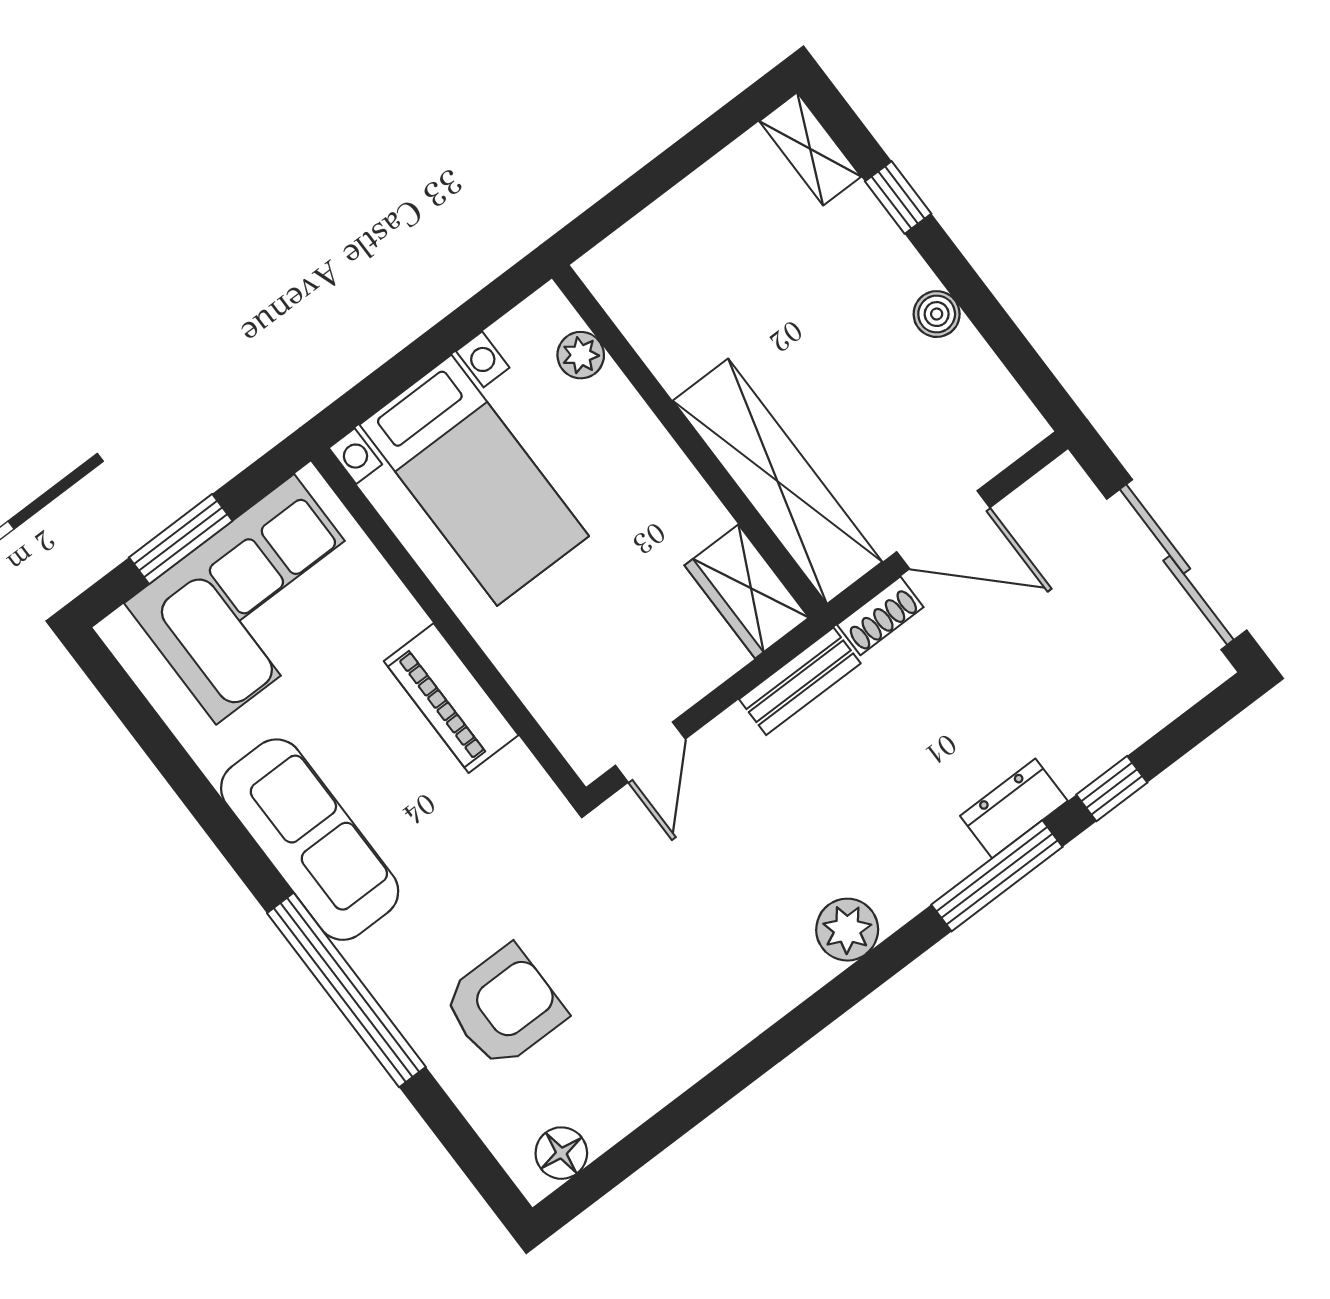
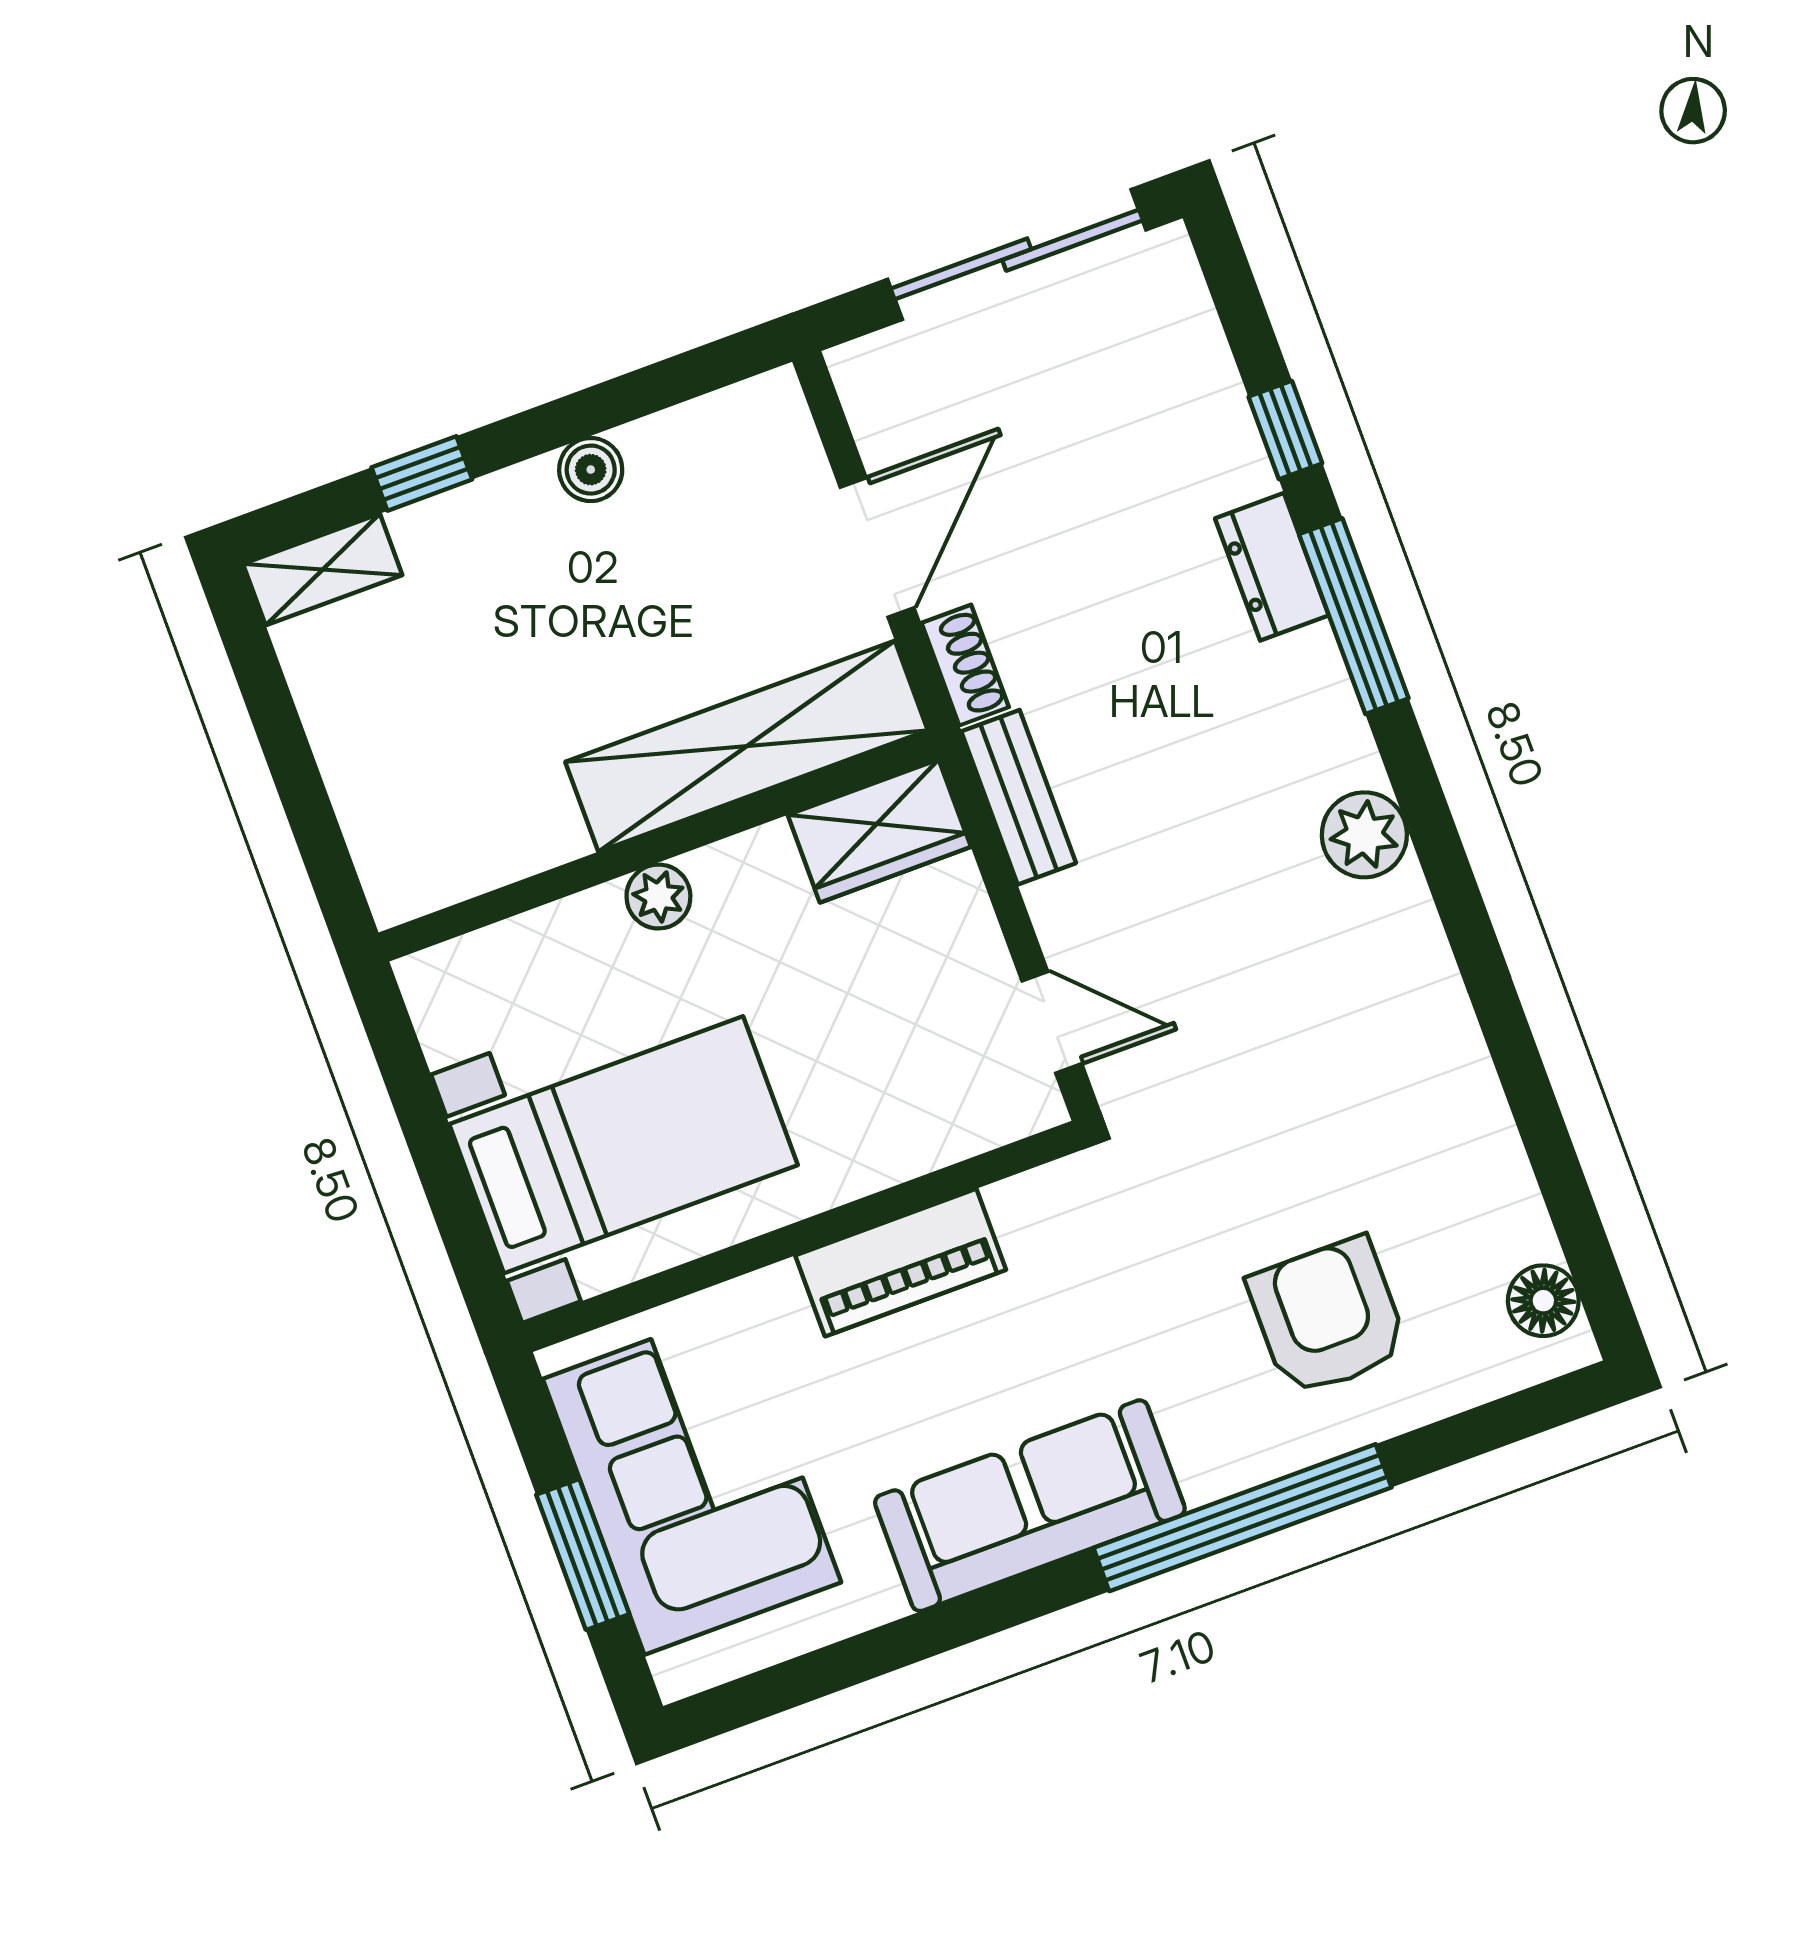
plant: (581, 355) -> (658, 897), moved

